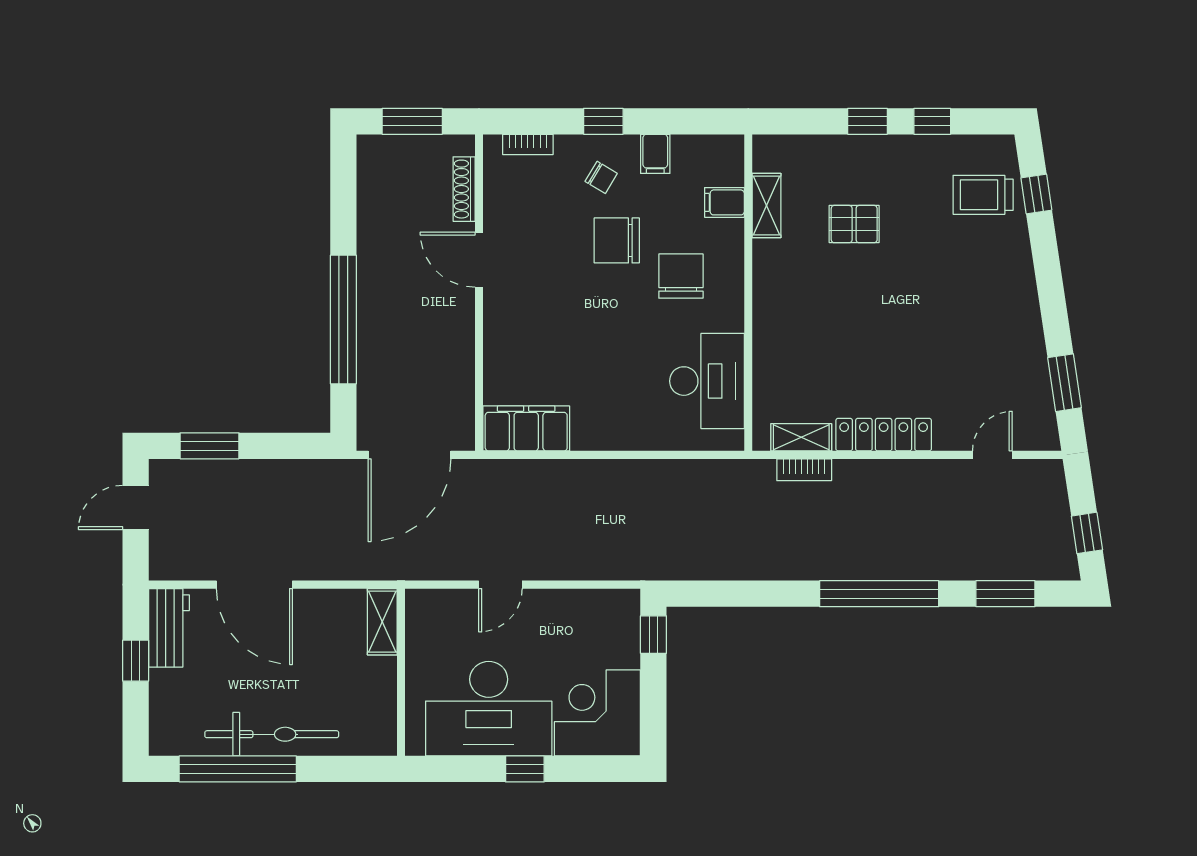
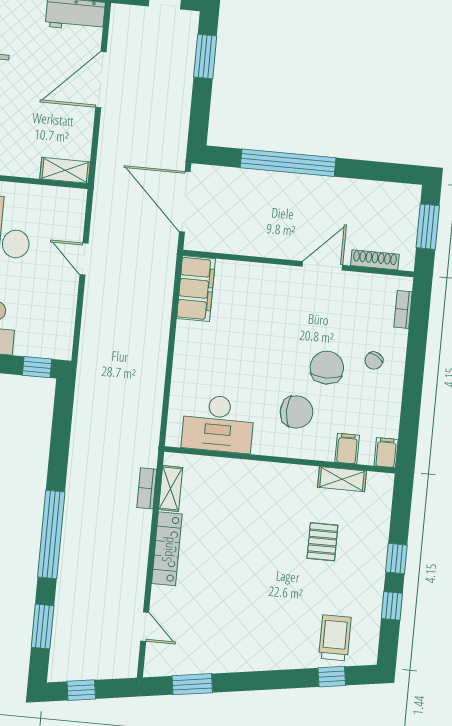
window: (603, 121) -> (415, 366), removed
filing cabinet: (655, 154) -> (386, 453), moved, turned 90

